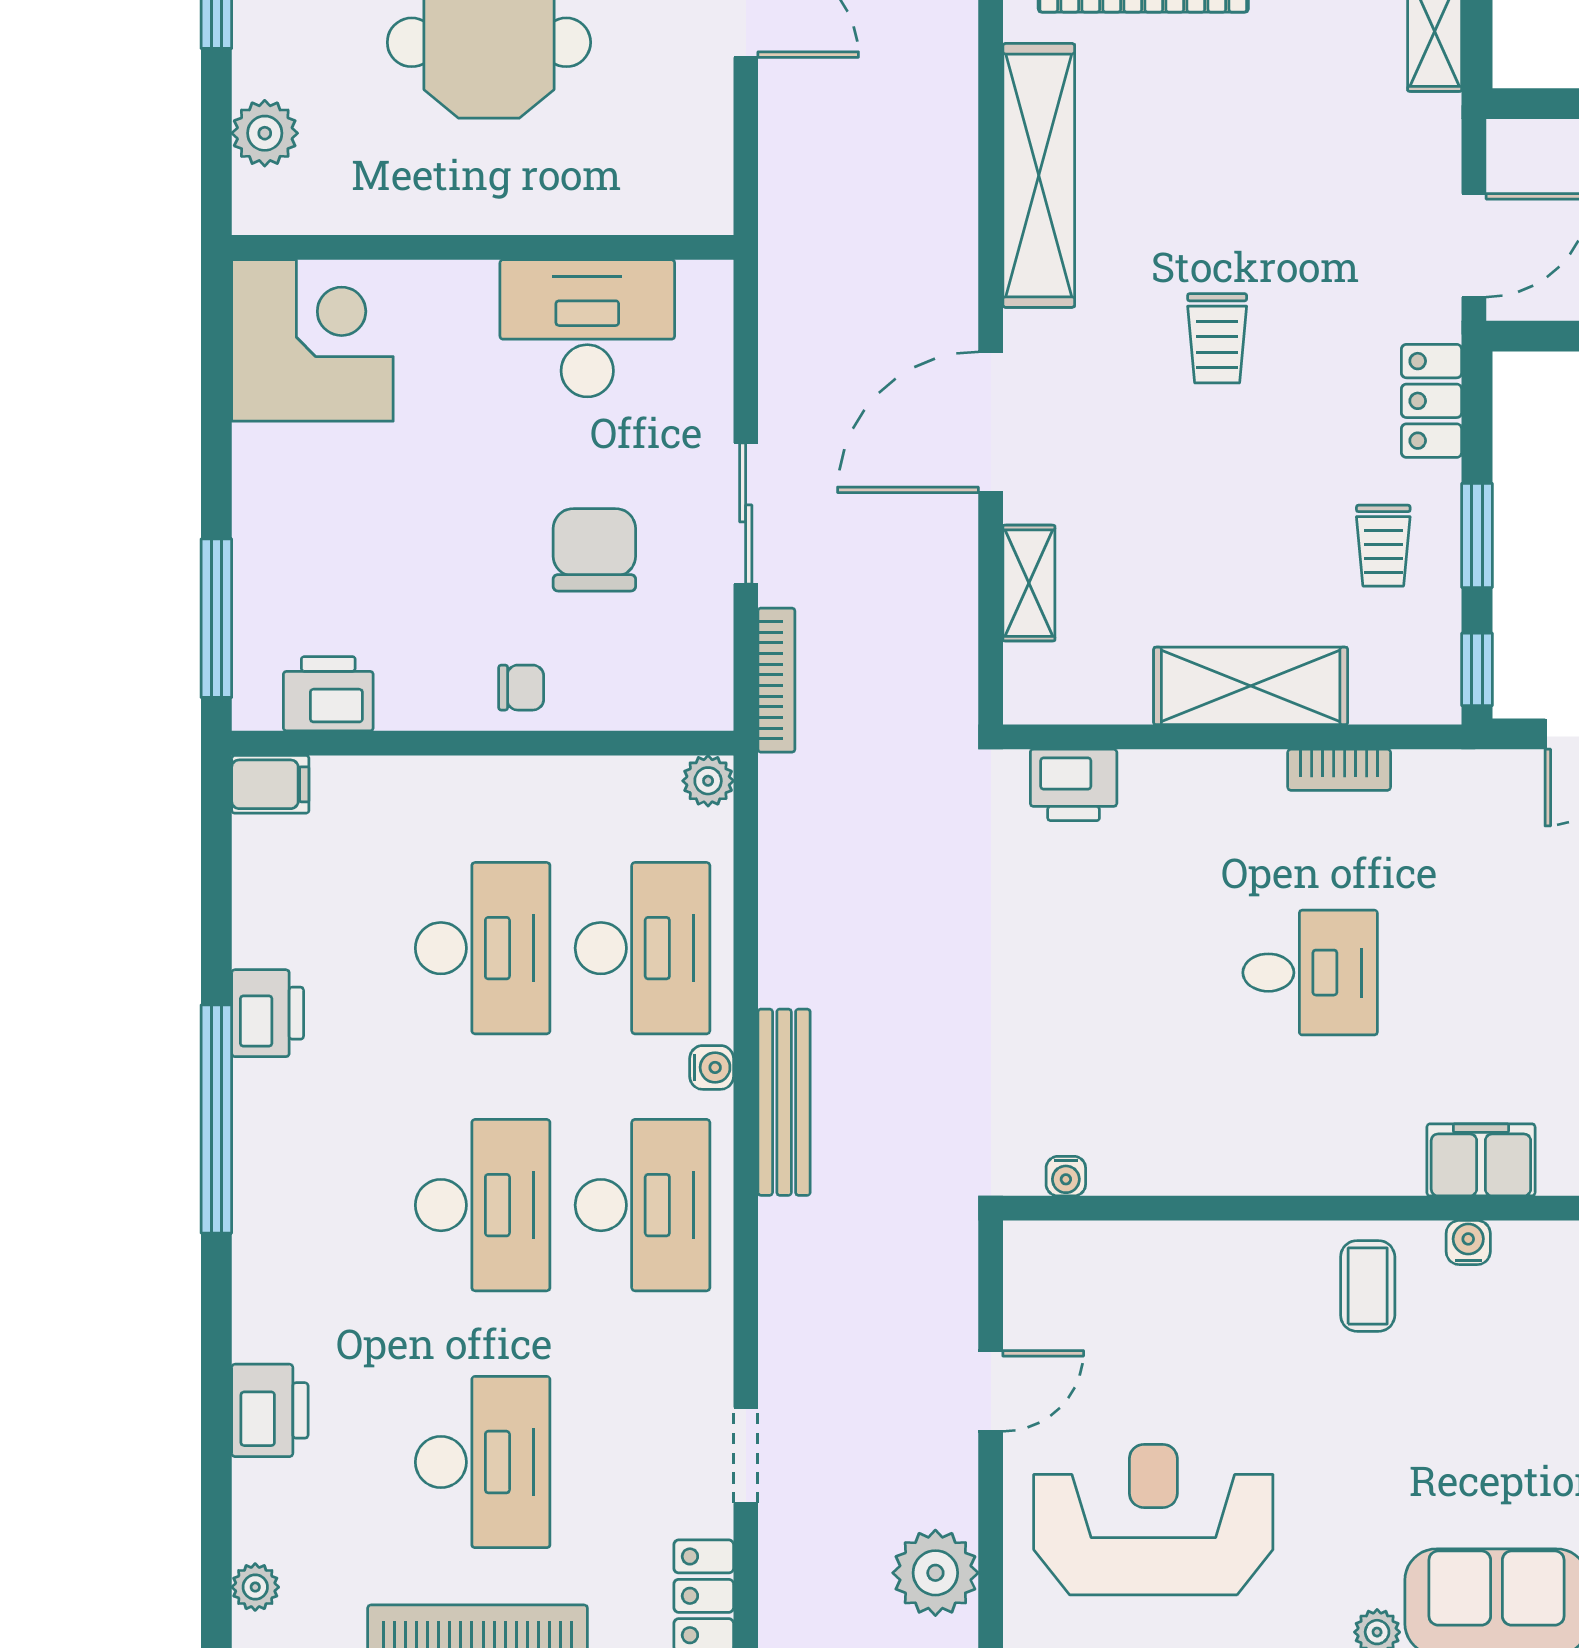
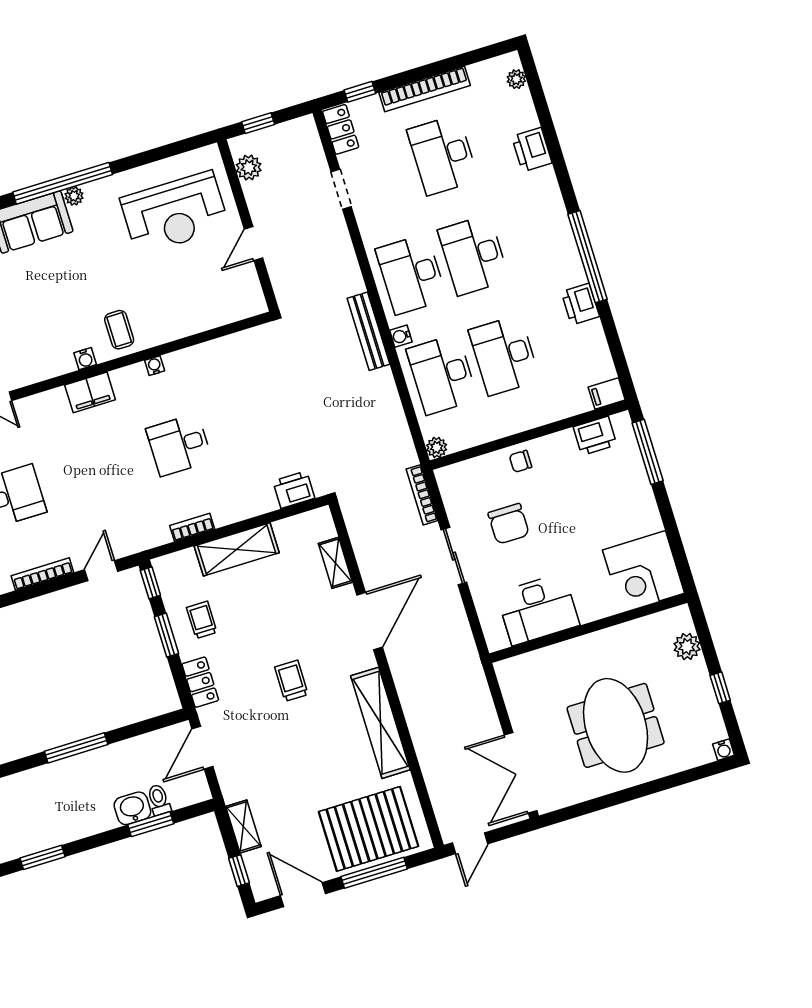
water cooler: (1066, 1176) -> (155, 366), moved
plant: (935, 1573) -> (249, 168), width x0.73, depth x0.73

